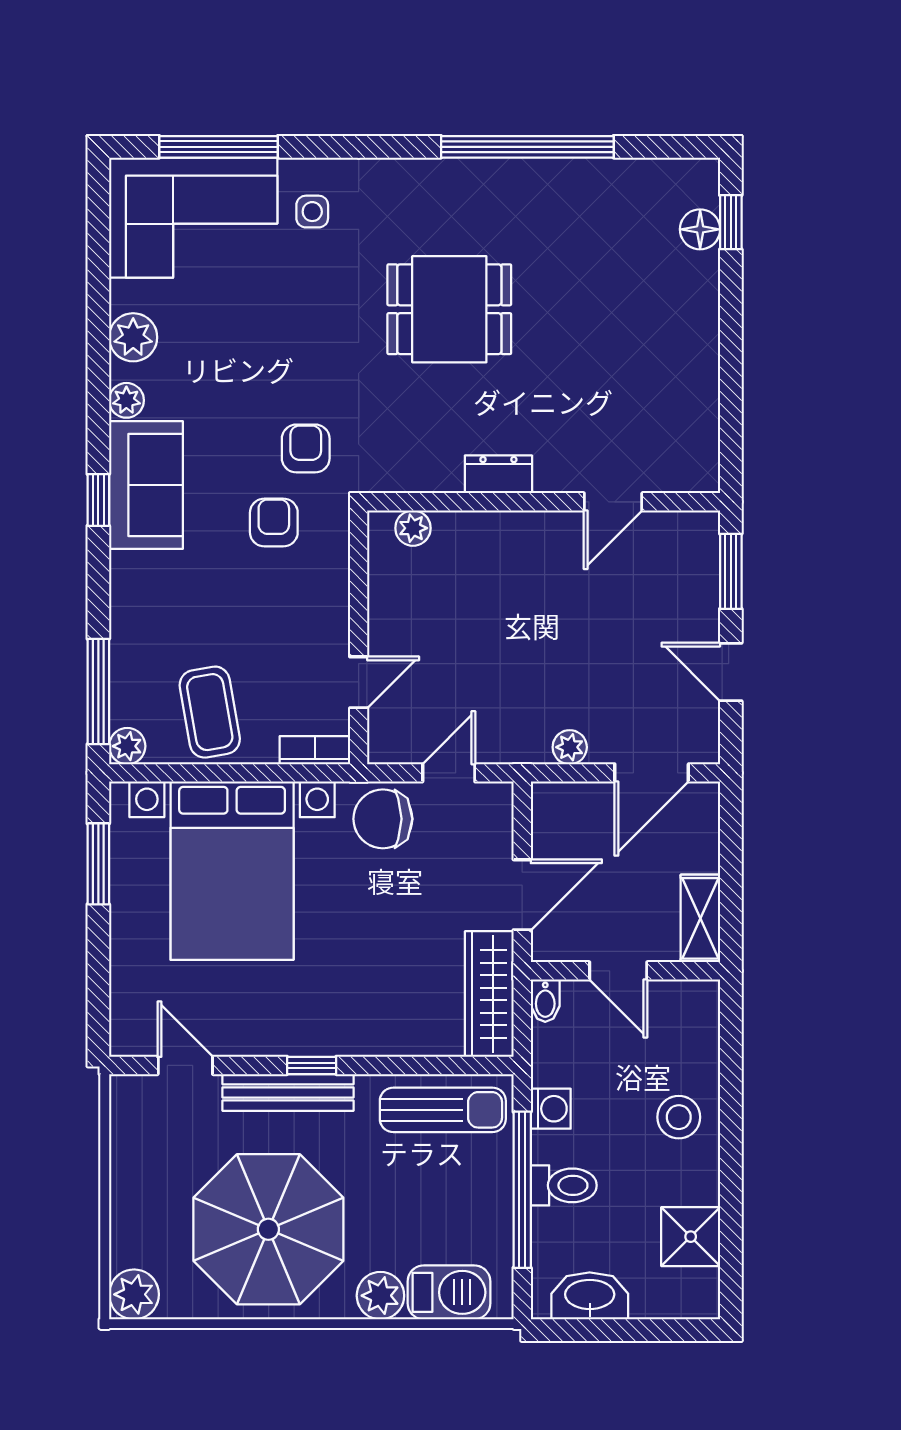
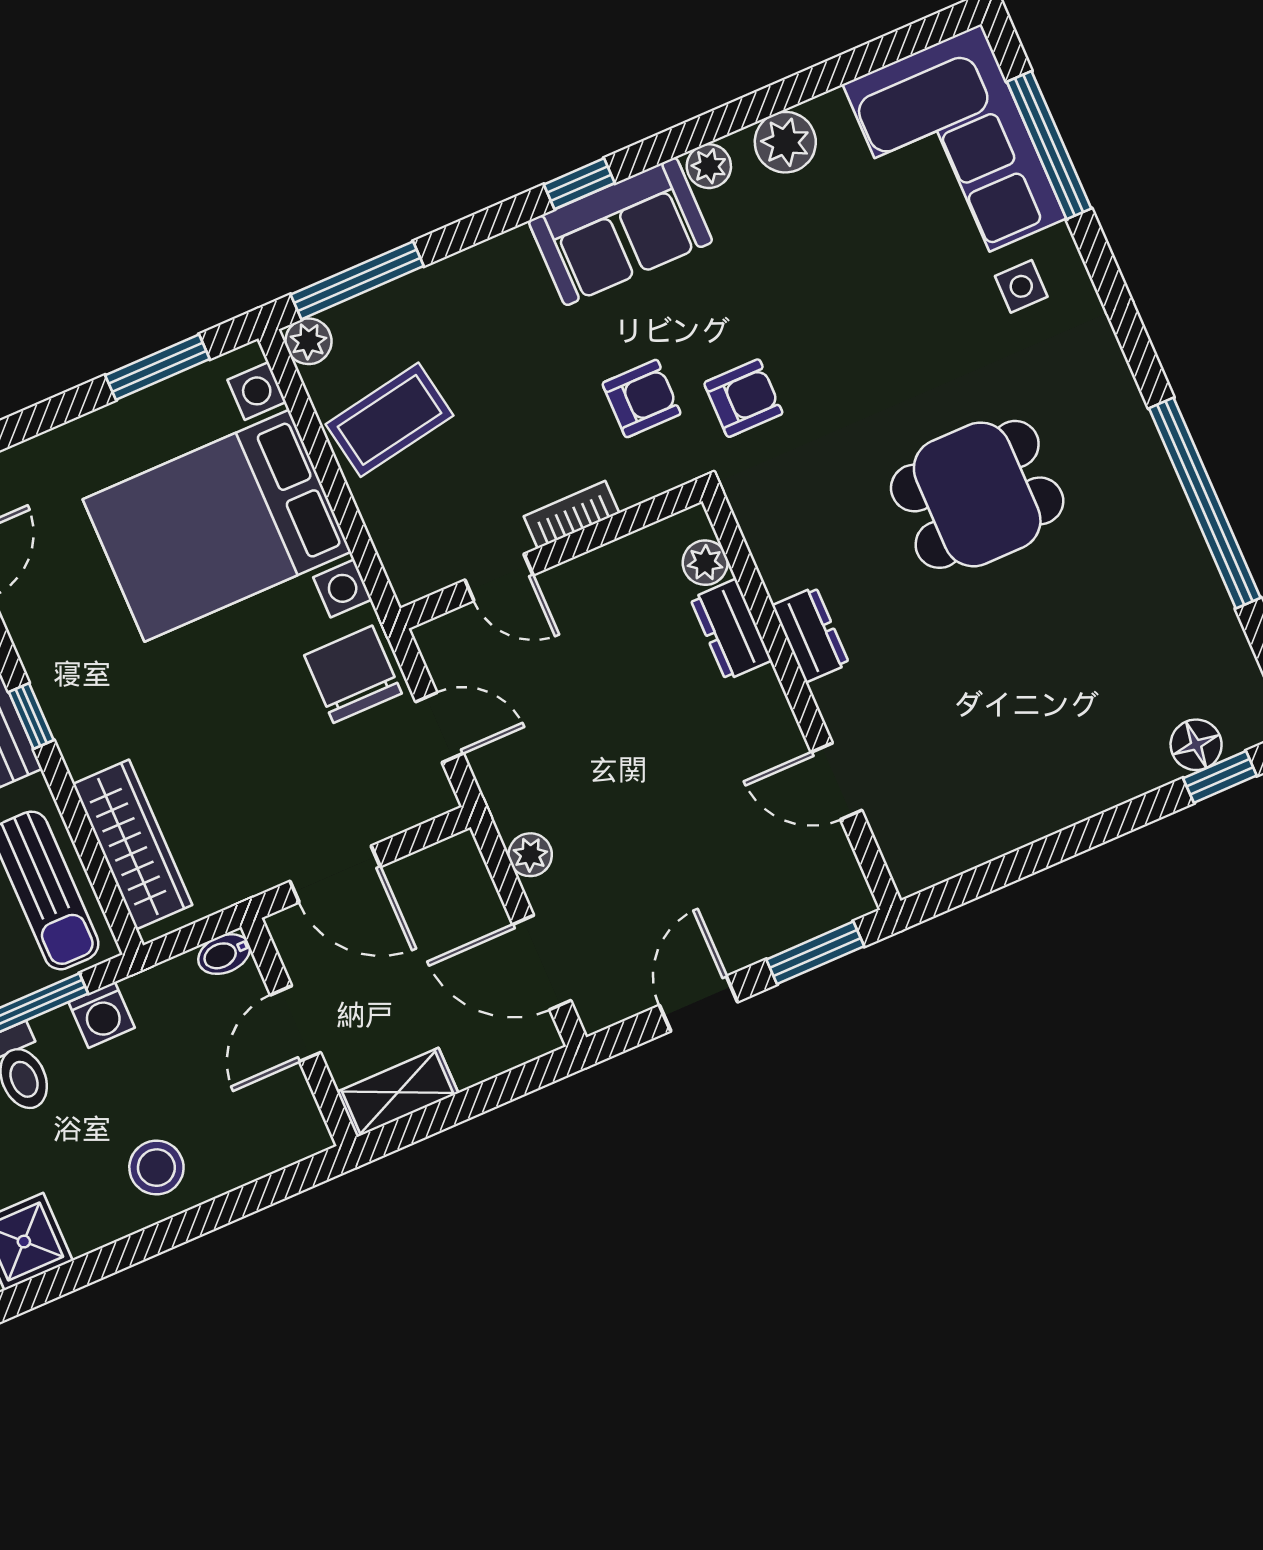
dining table: (449, 309) -> (977, 494), turned 90
dresser: (470, 530) -> (731, 630), added
bookcase: (315, 750) -> (572, 515), moved, turned -90
wardrobe: (489, 994) -> (133, 845), moved, turned 90

